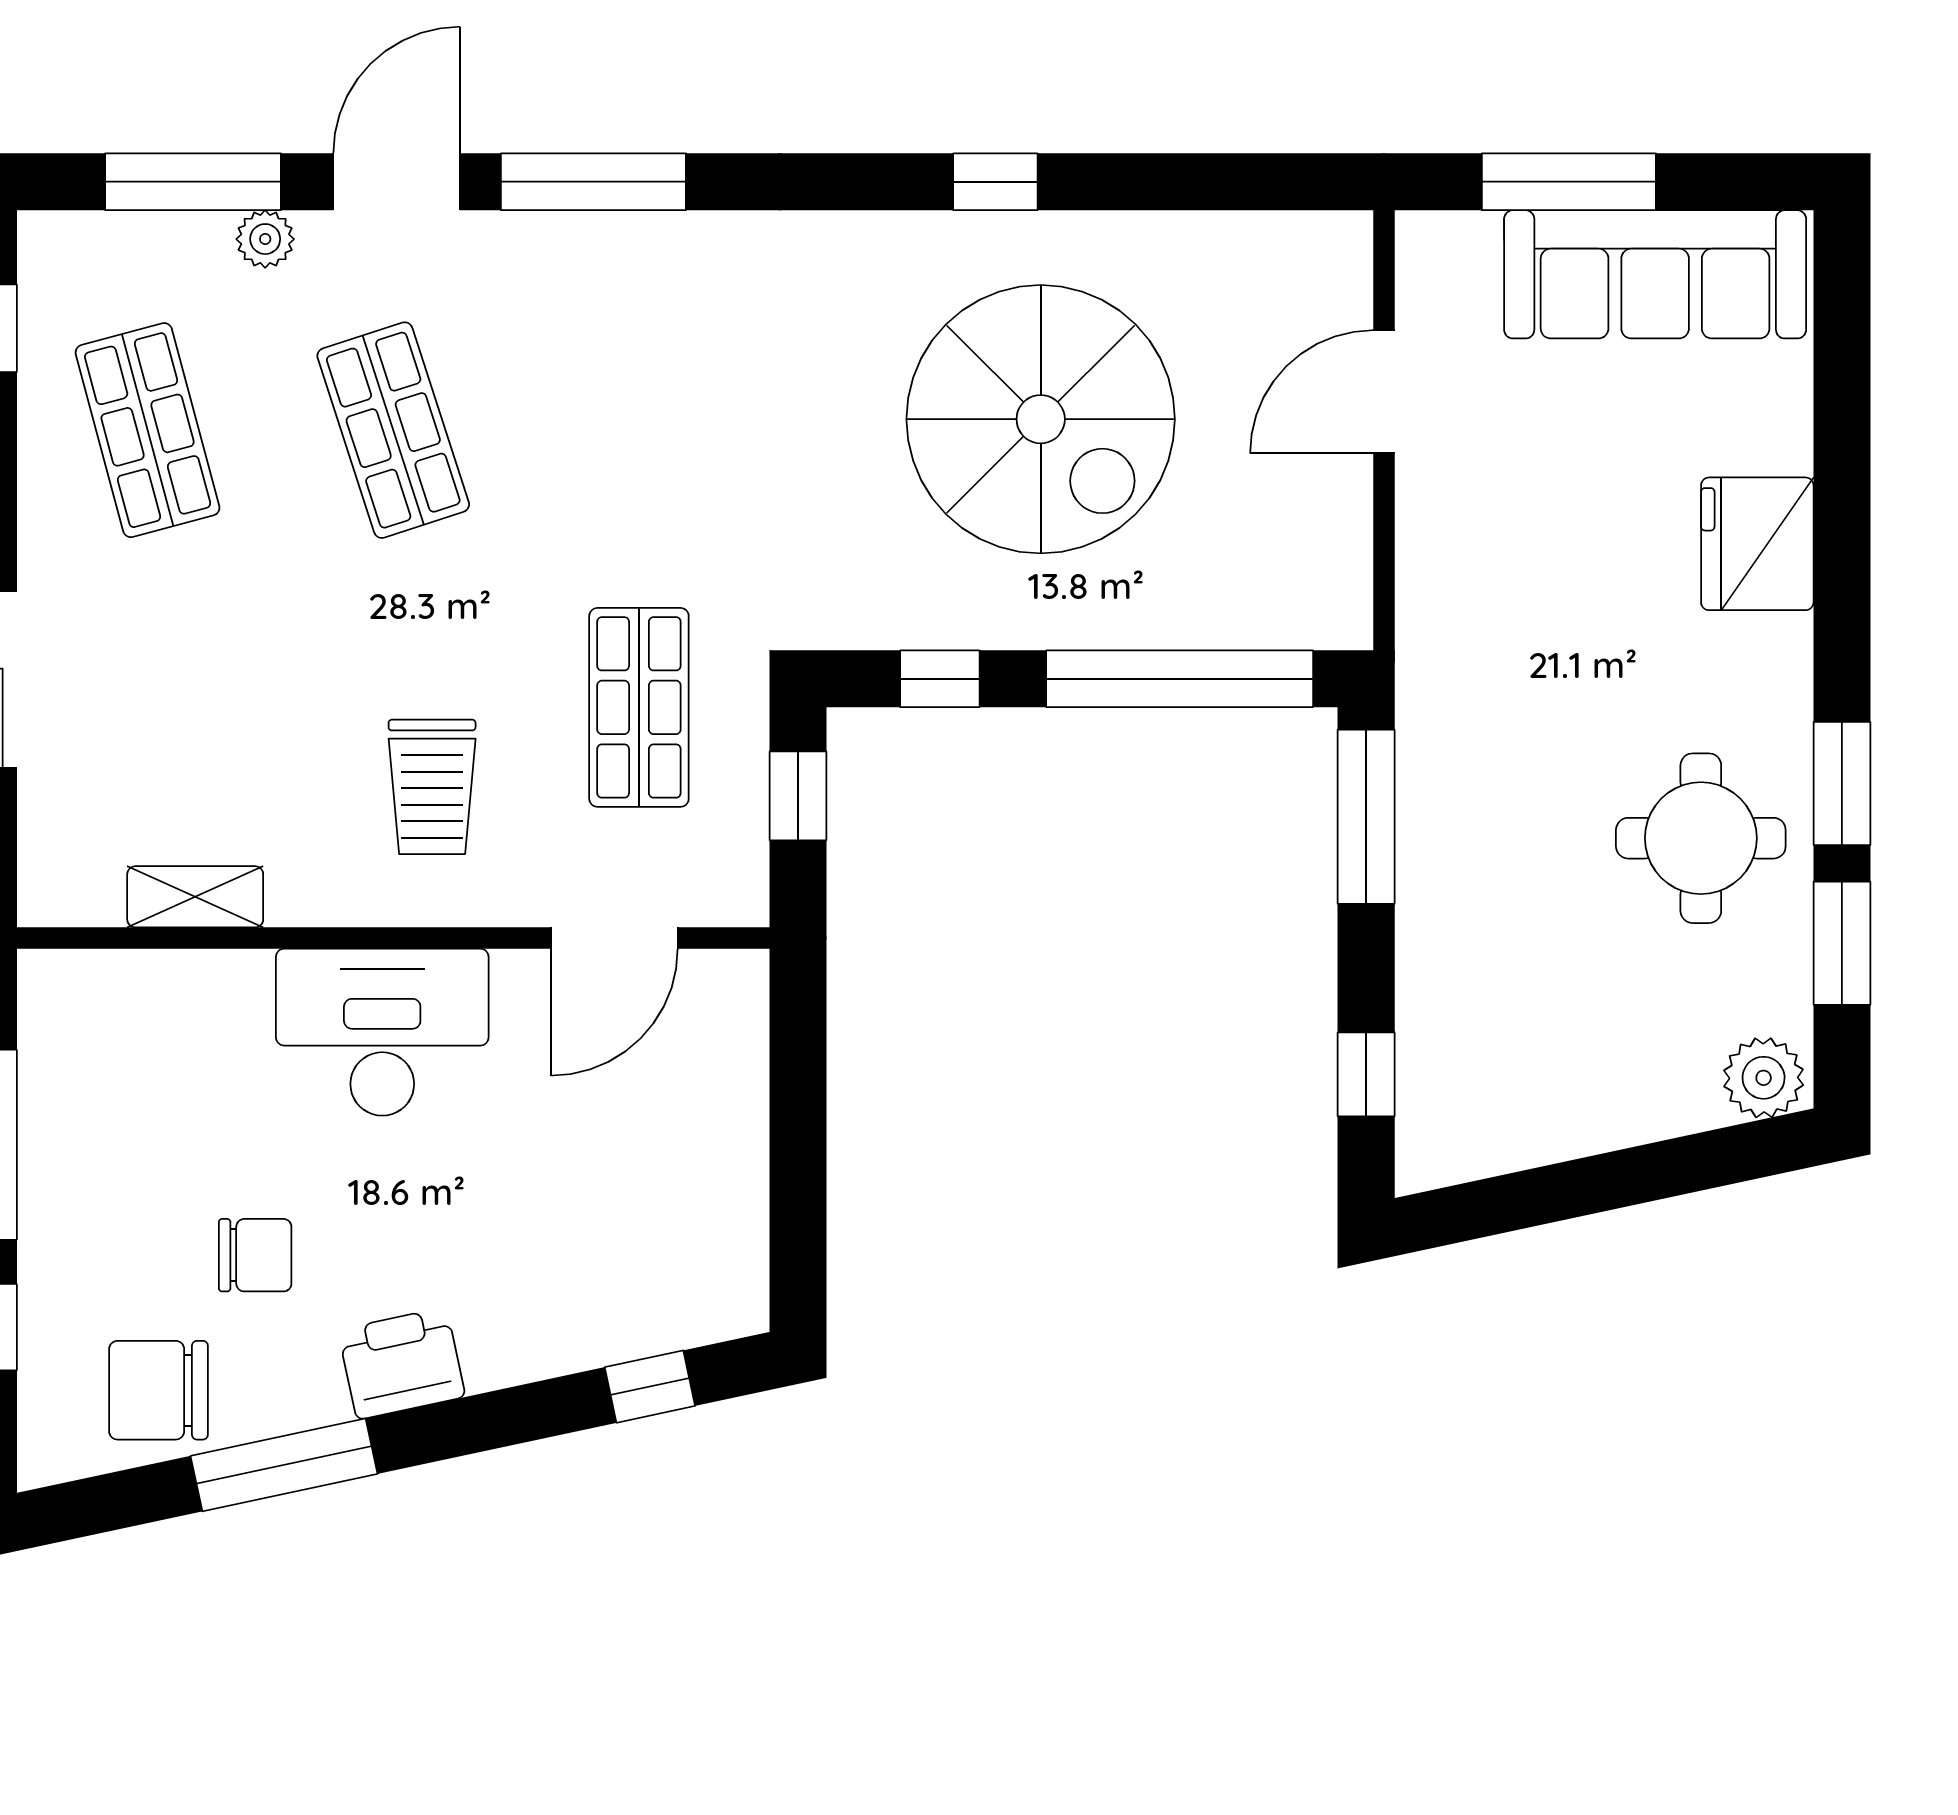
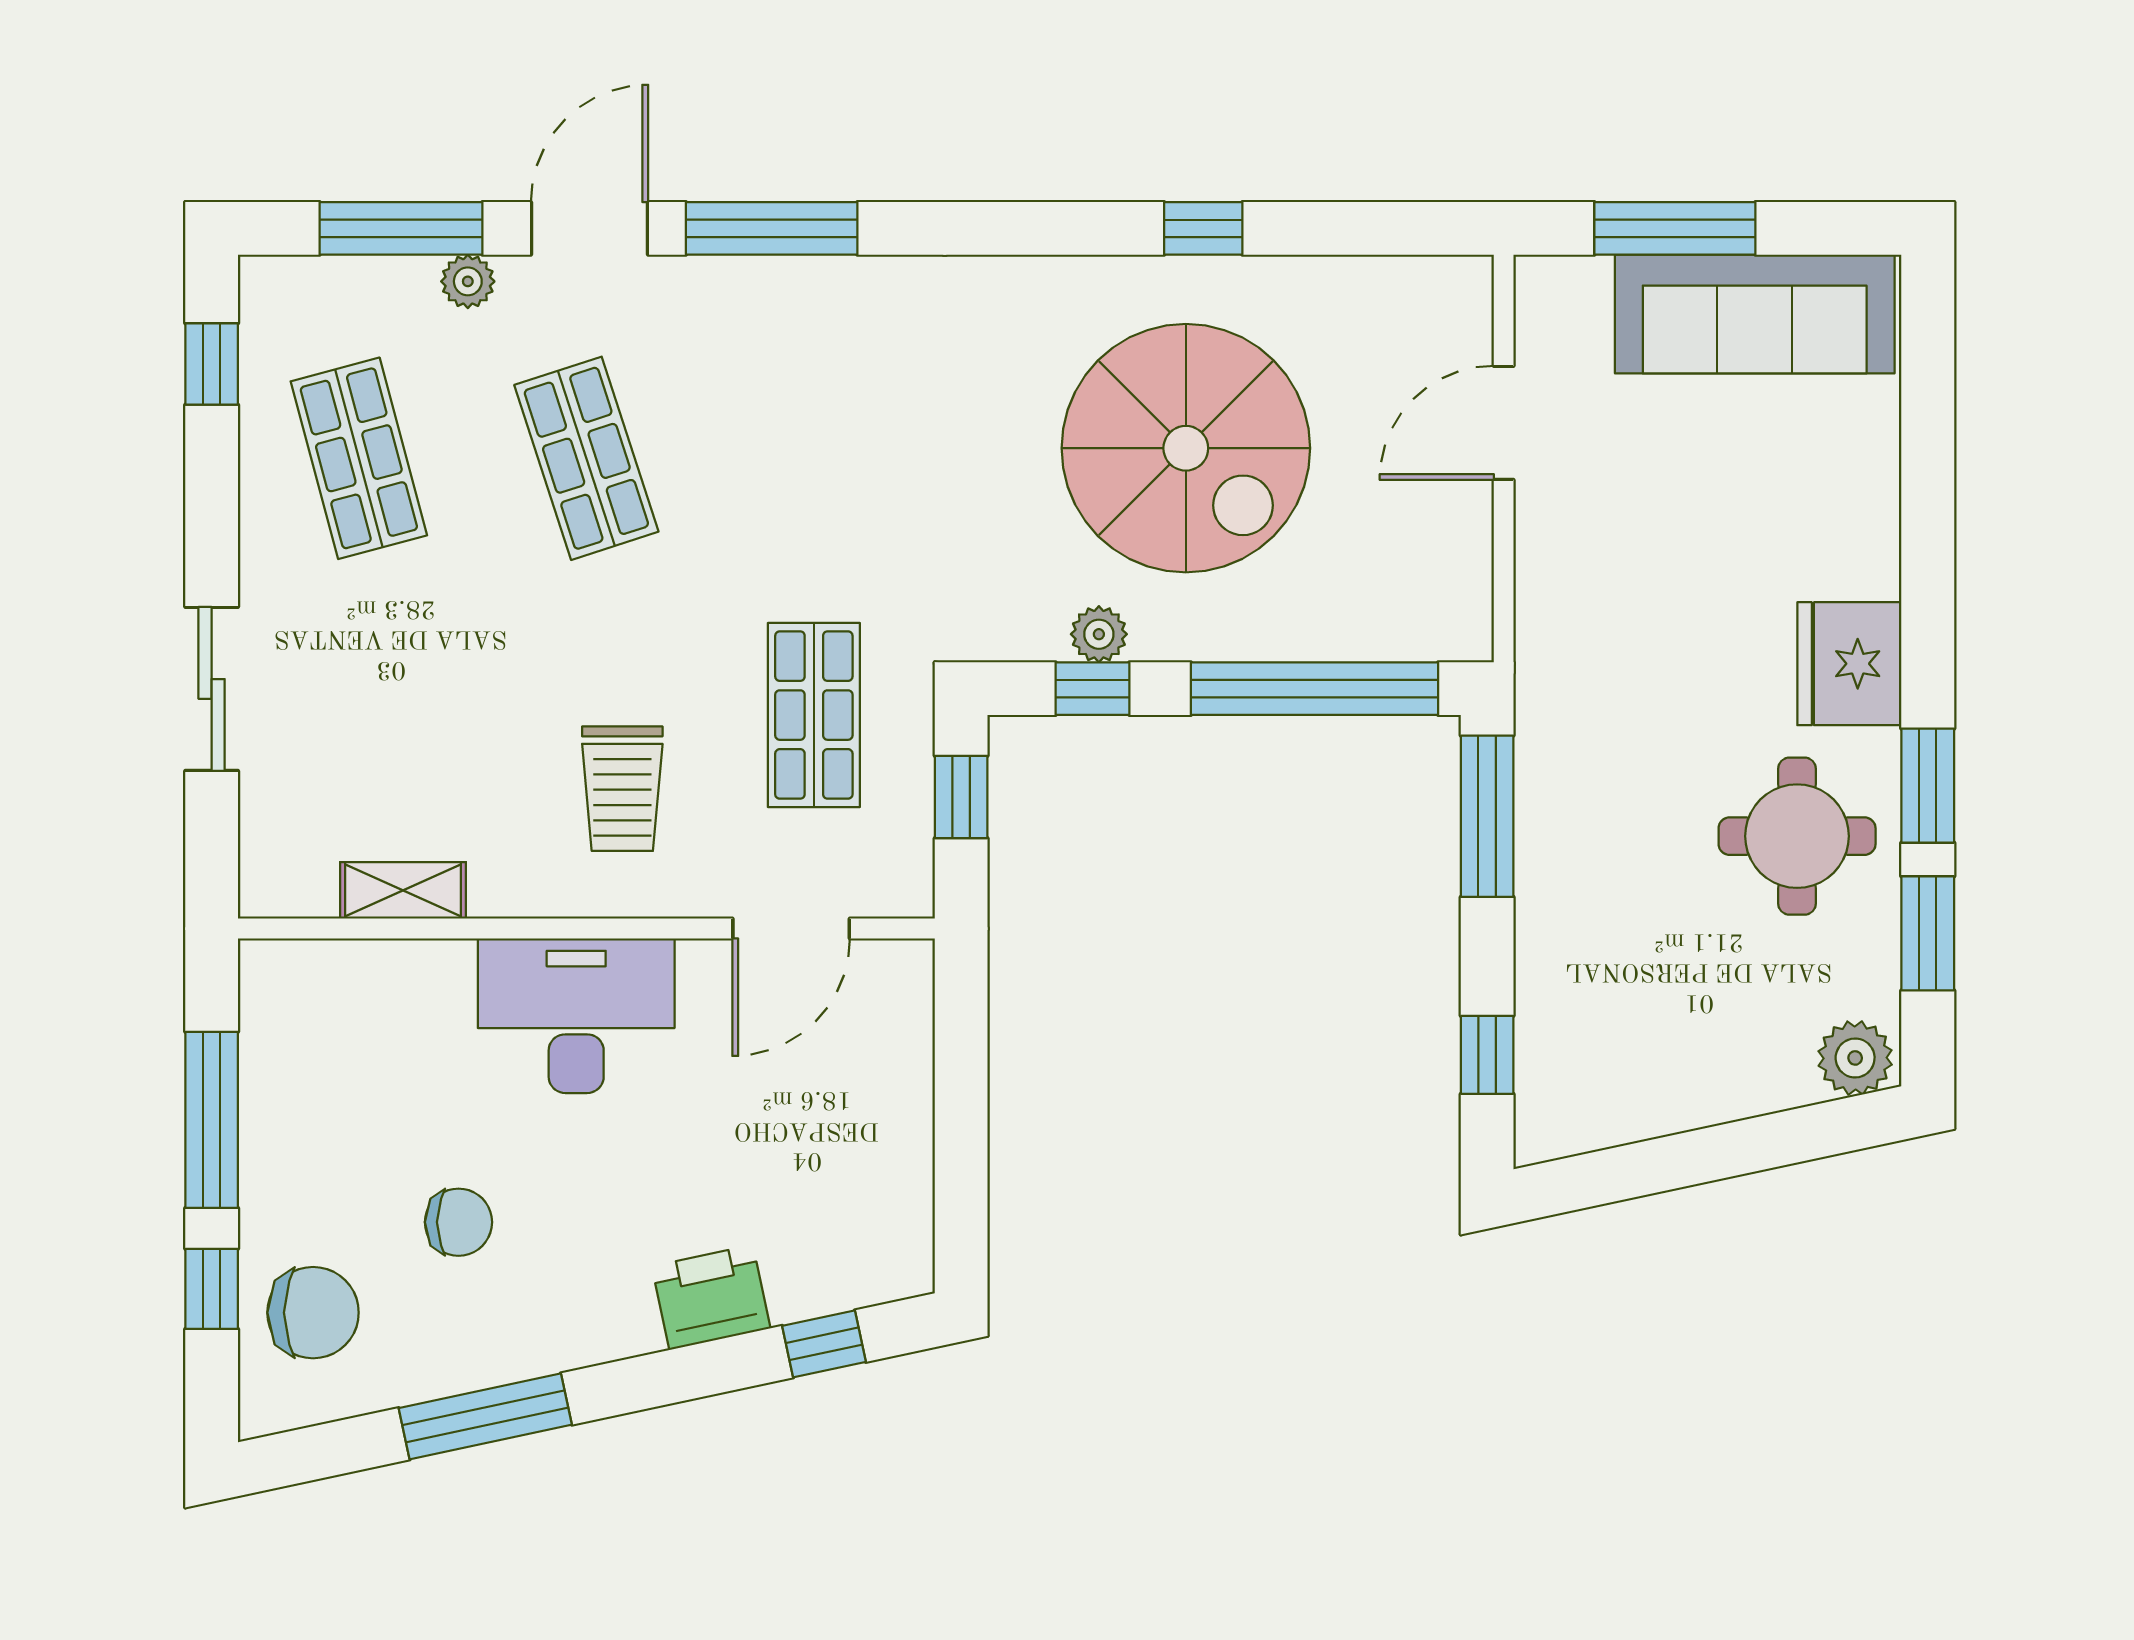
window: (995, 182) -> (1203, 228), moved
fridge: (1757, 544) -> (1849, 664), moved
plant: (947, 620) -> (1099, 634), added
printer: (402, 1363) -> (711, 1297), moved
chair: (158, 1390) -> (313, 1313), moved, turned 180

